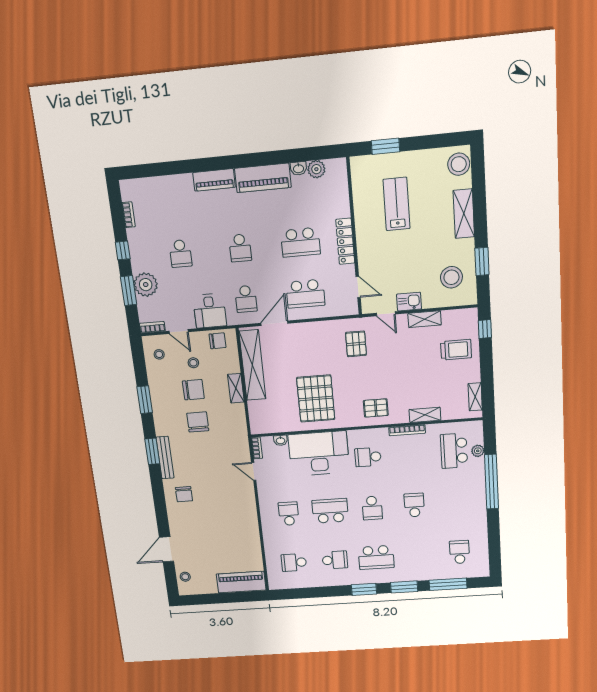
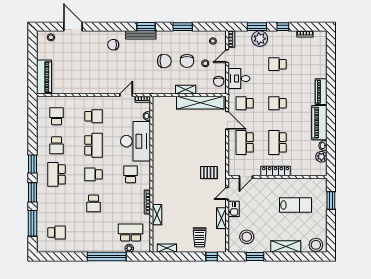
pallet: (316, 399) -> (174, 143), removed
pallet: (376, 408) -> (164, 182), removed
school desk: (414, 505) -> (94, 203), turned 90

